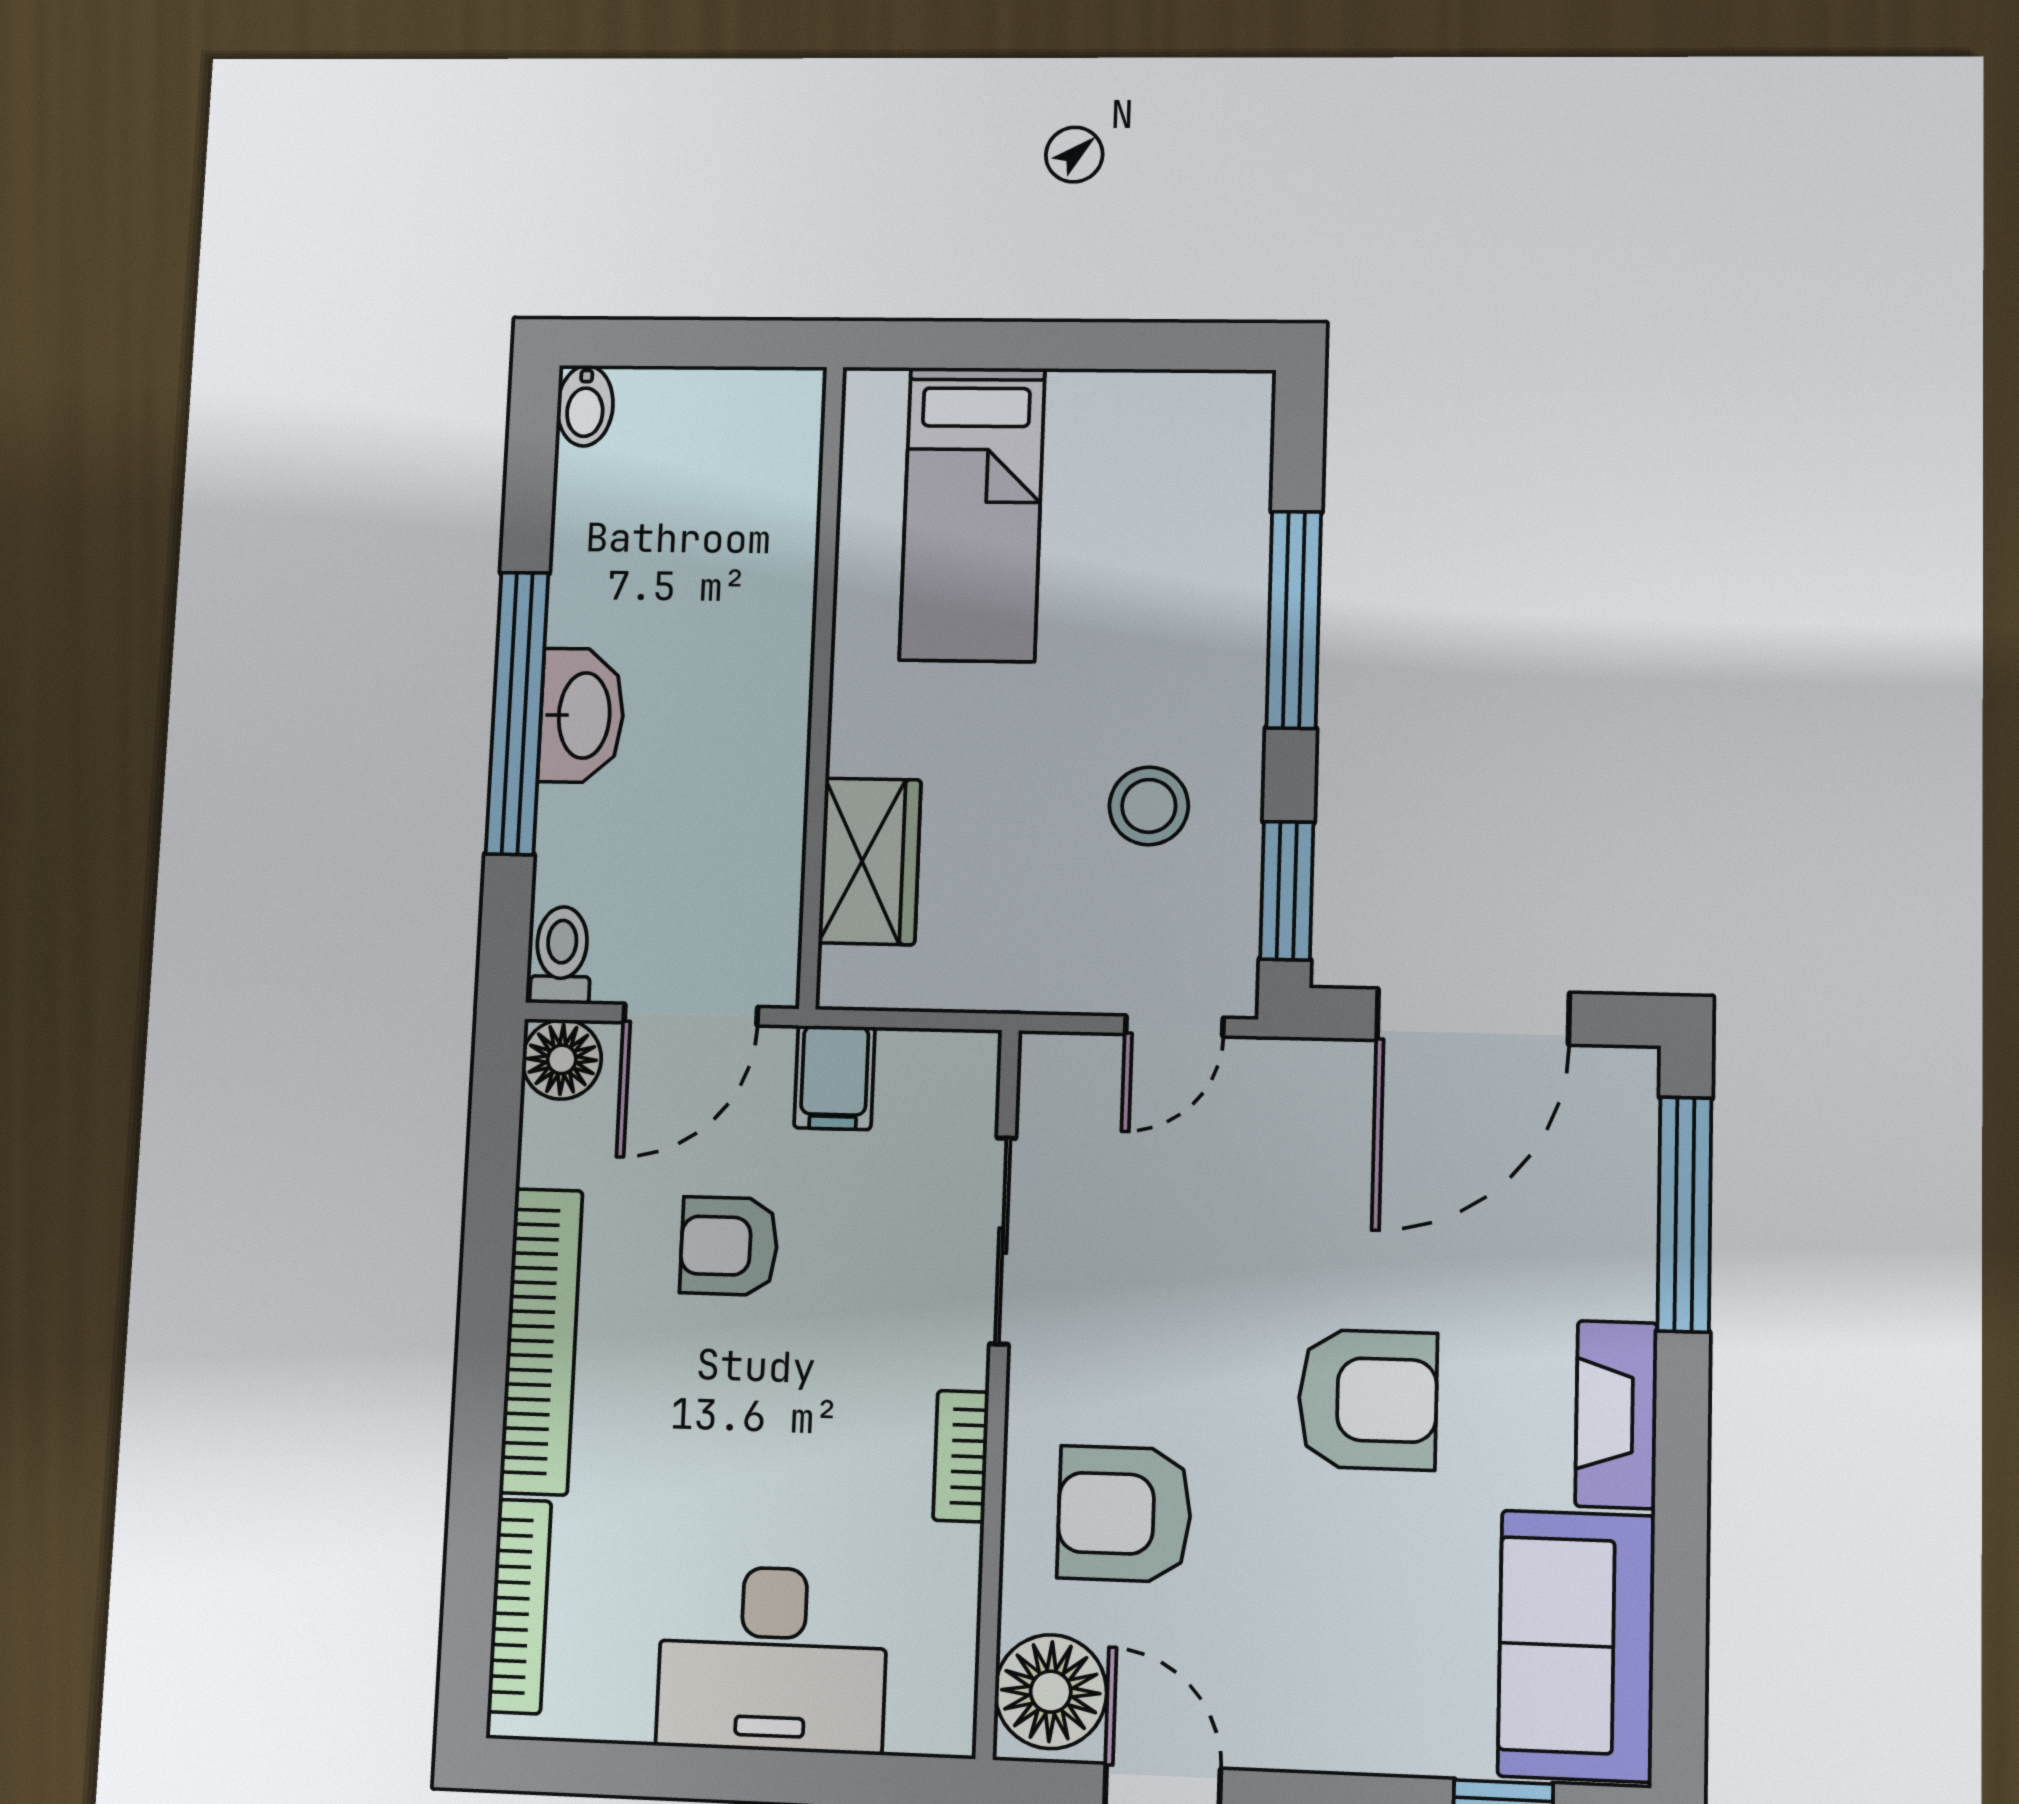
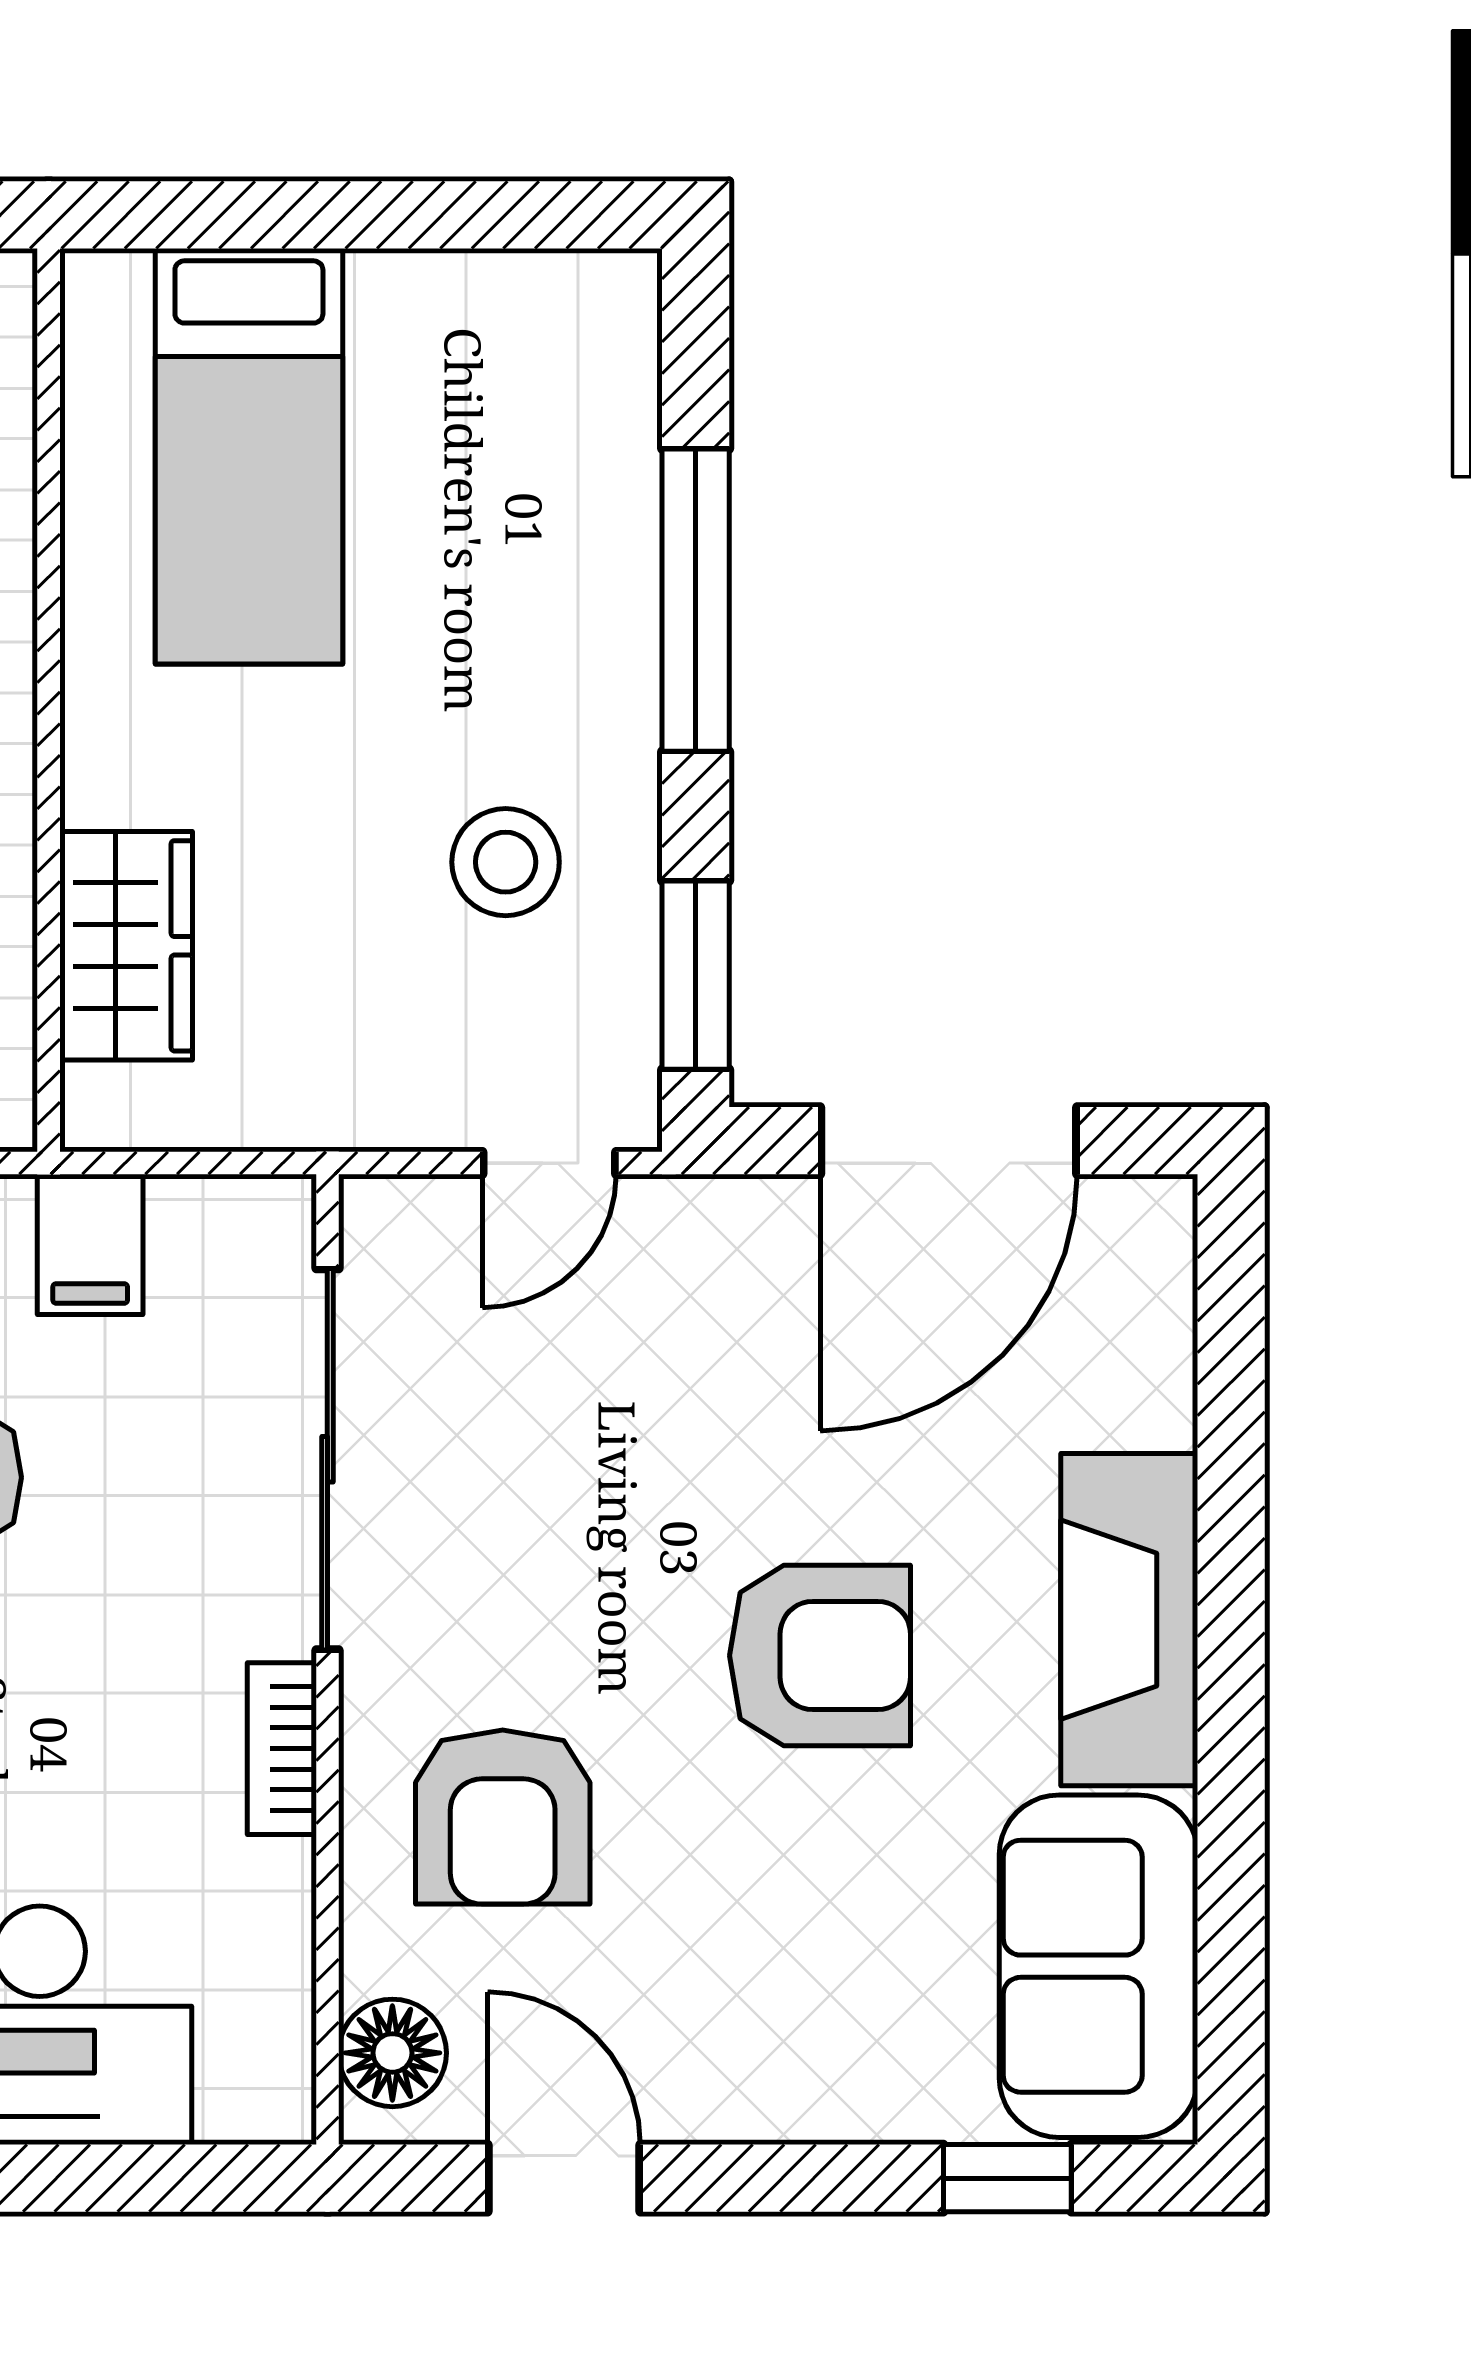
window: (1684, 1214) -> (1231, 1398), removed
sliding door: (1003, 1241) -> (327, 1459), width x1.37
fireplace: (1616, 1415) -> (1129, 1620), width x1.37, depth x1.32
armchair: (1124, 1514) -> (503, 1817), turned -90
floor lamp: (1051, 1692) -> (392, 2053), width x0.73, depth x0.73

